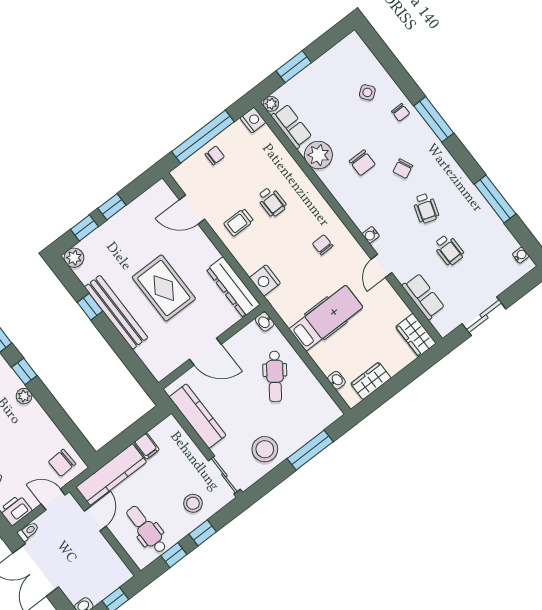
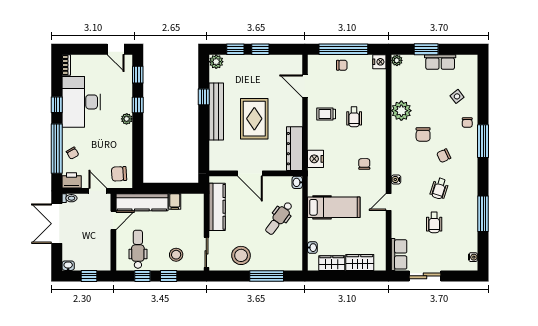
row of seats: (292, 126) -> (440, 62), moved, turned 90
row of seats: (423, 297) -> (399, 254), moved
wardrobe: (416, 335) -> (360, 262), moved, turned 90

